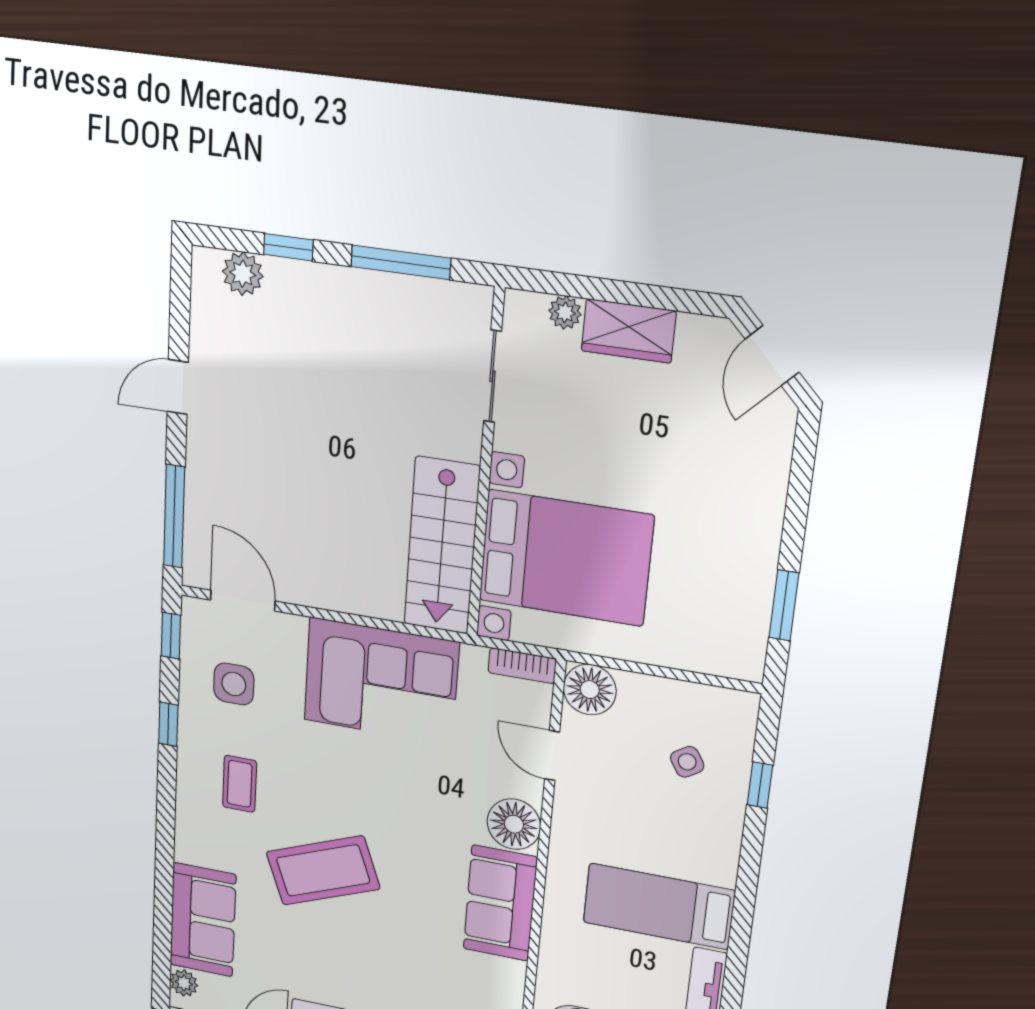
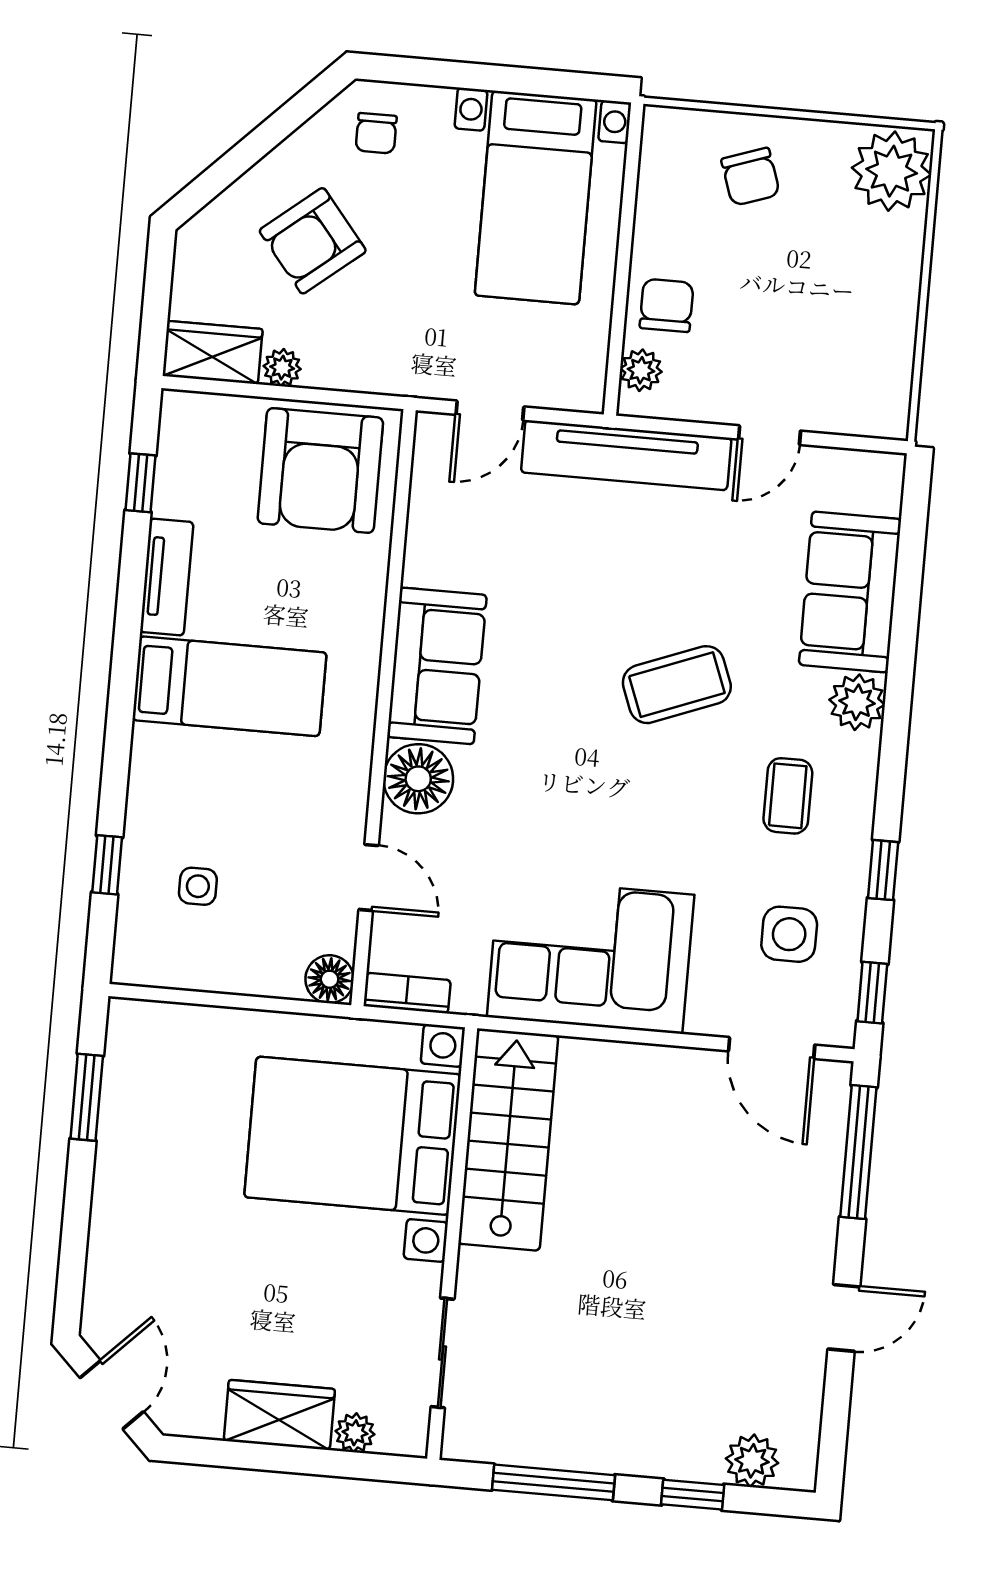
floor lamp: (590, 690) -> (330, 979), width x0.73, depth x0.73
side table: (687, 762) -> (198, 886), turned 32
coffee table: (323, 870) -> (677, 685), width x0.73, depth x0.76
plant: (184, 983) -> (857, 702), moved, width x1.38, depth x1.38

